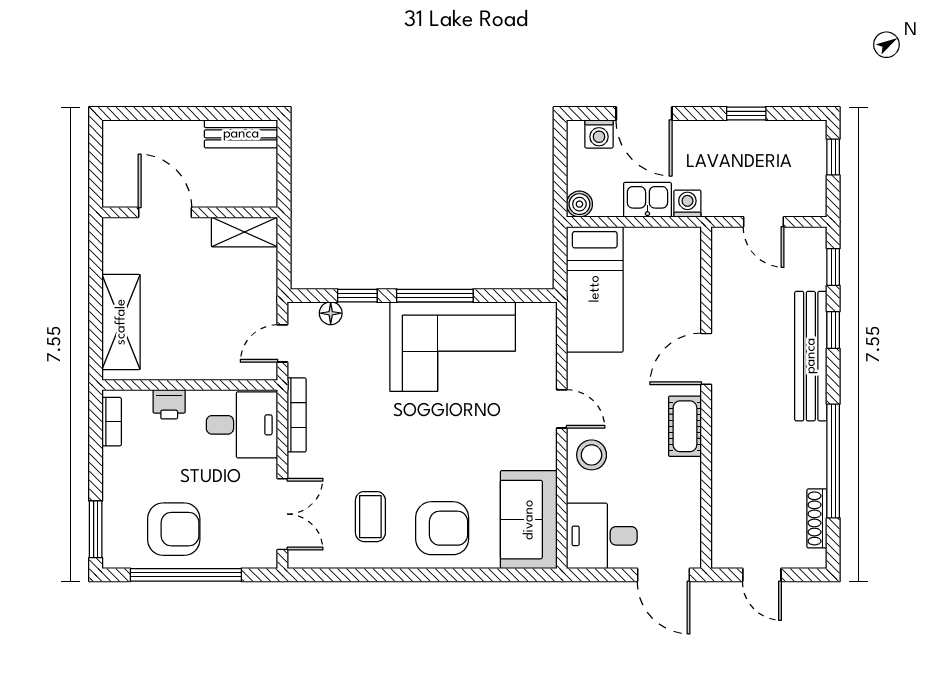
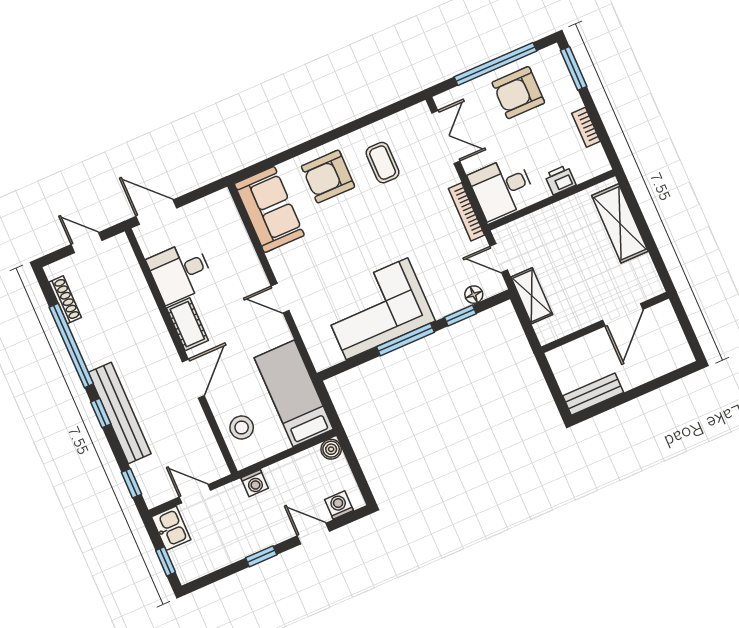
door: (644, 114) -> (313, 533), width x0.73
window: (746, 114) -> (261, 556), moved
kitchen sink: (647, 200) -> (171, 528), moved, turned -90
door: (165, 212) -> (623, 315), hinge flipped
shelving: (245, 232) -> (532, 296), moved, turned 90
window: (833, 330) -> (101, 413), moved
door: (282, 343) -> (499, 258), swing flipped
bookcase: (112, 422) -> (586, 127), moved
stool: (592, 455) -> (242, 427), moved
double door: (282, 514) -> (446, 137), swing flipped
desk: (602, 536) -> (180, 272), moved, turned 180

